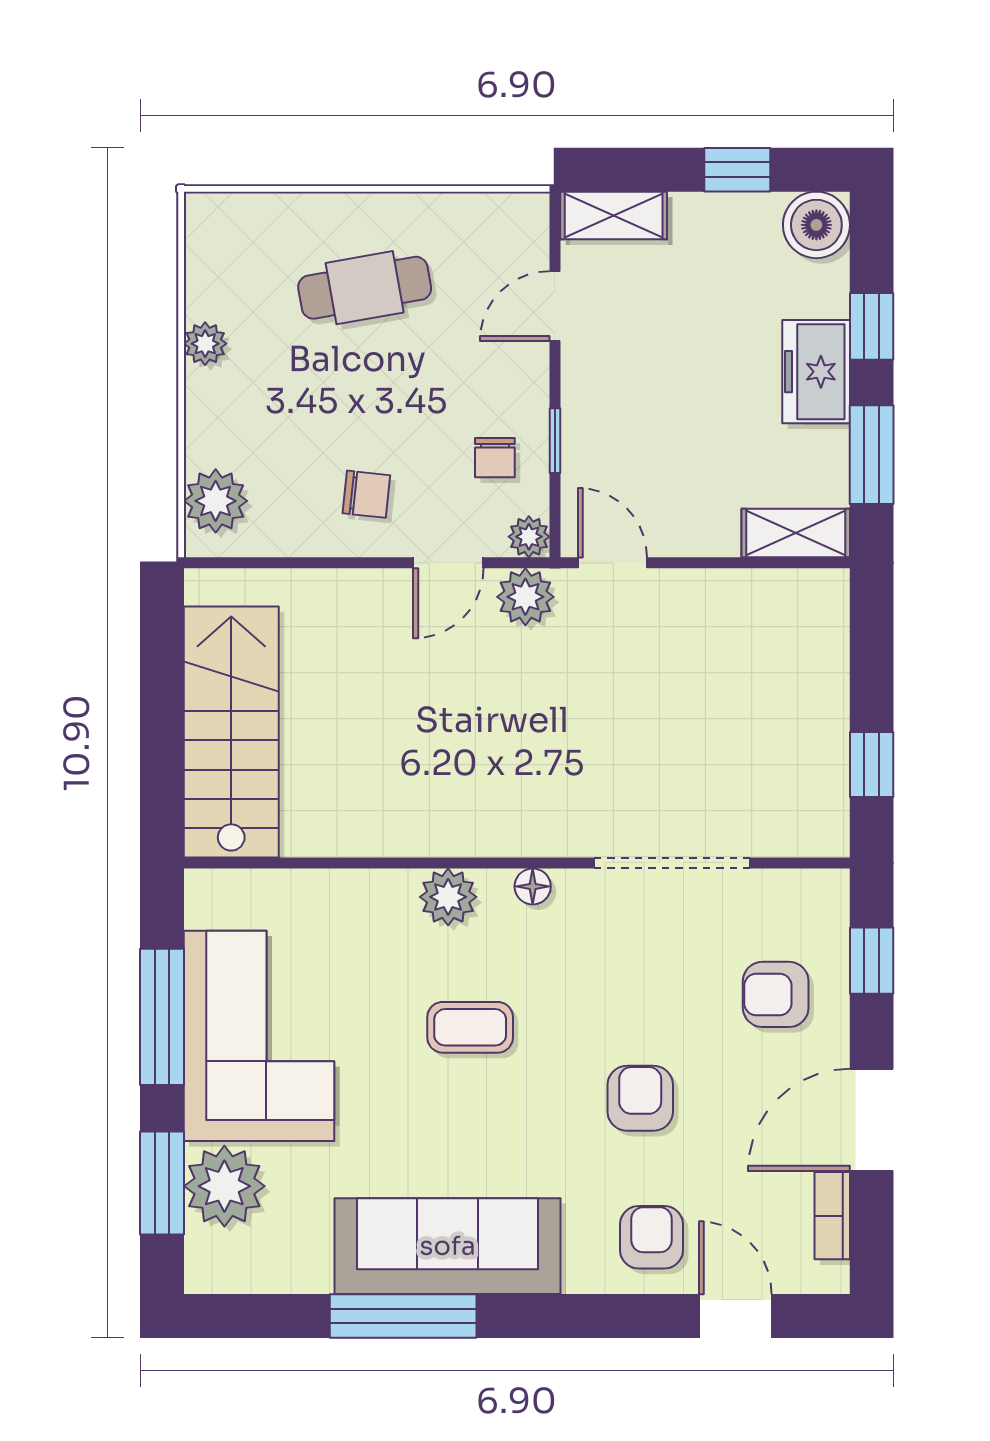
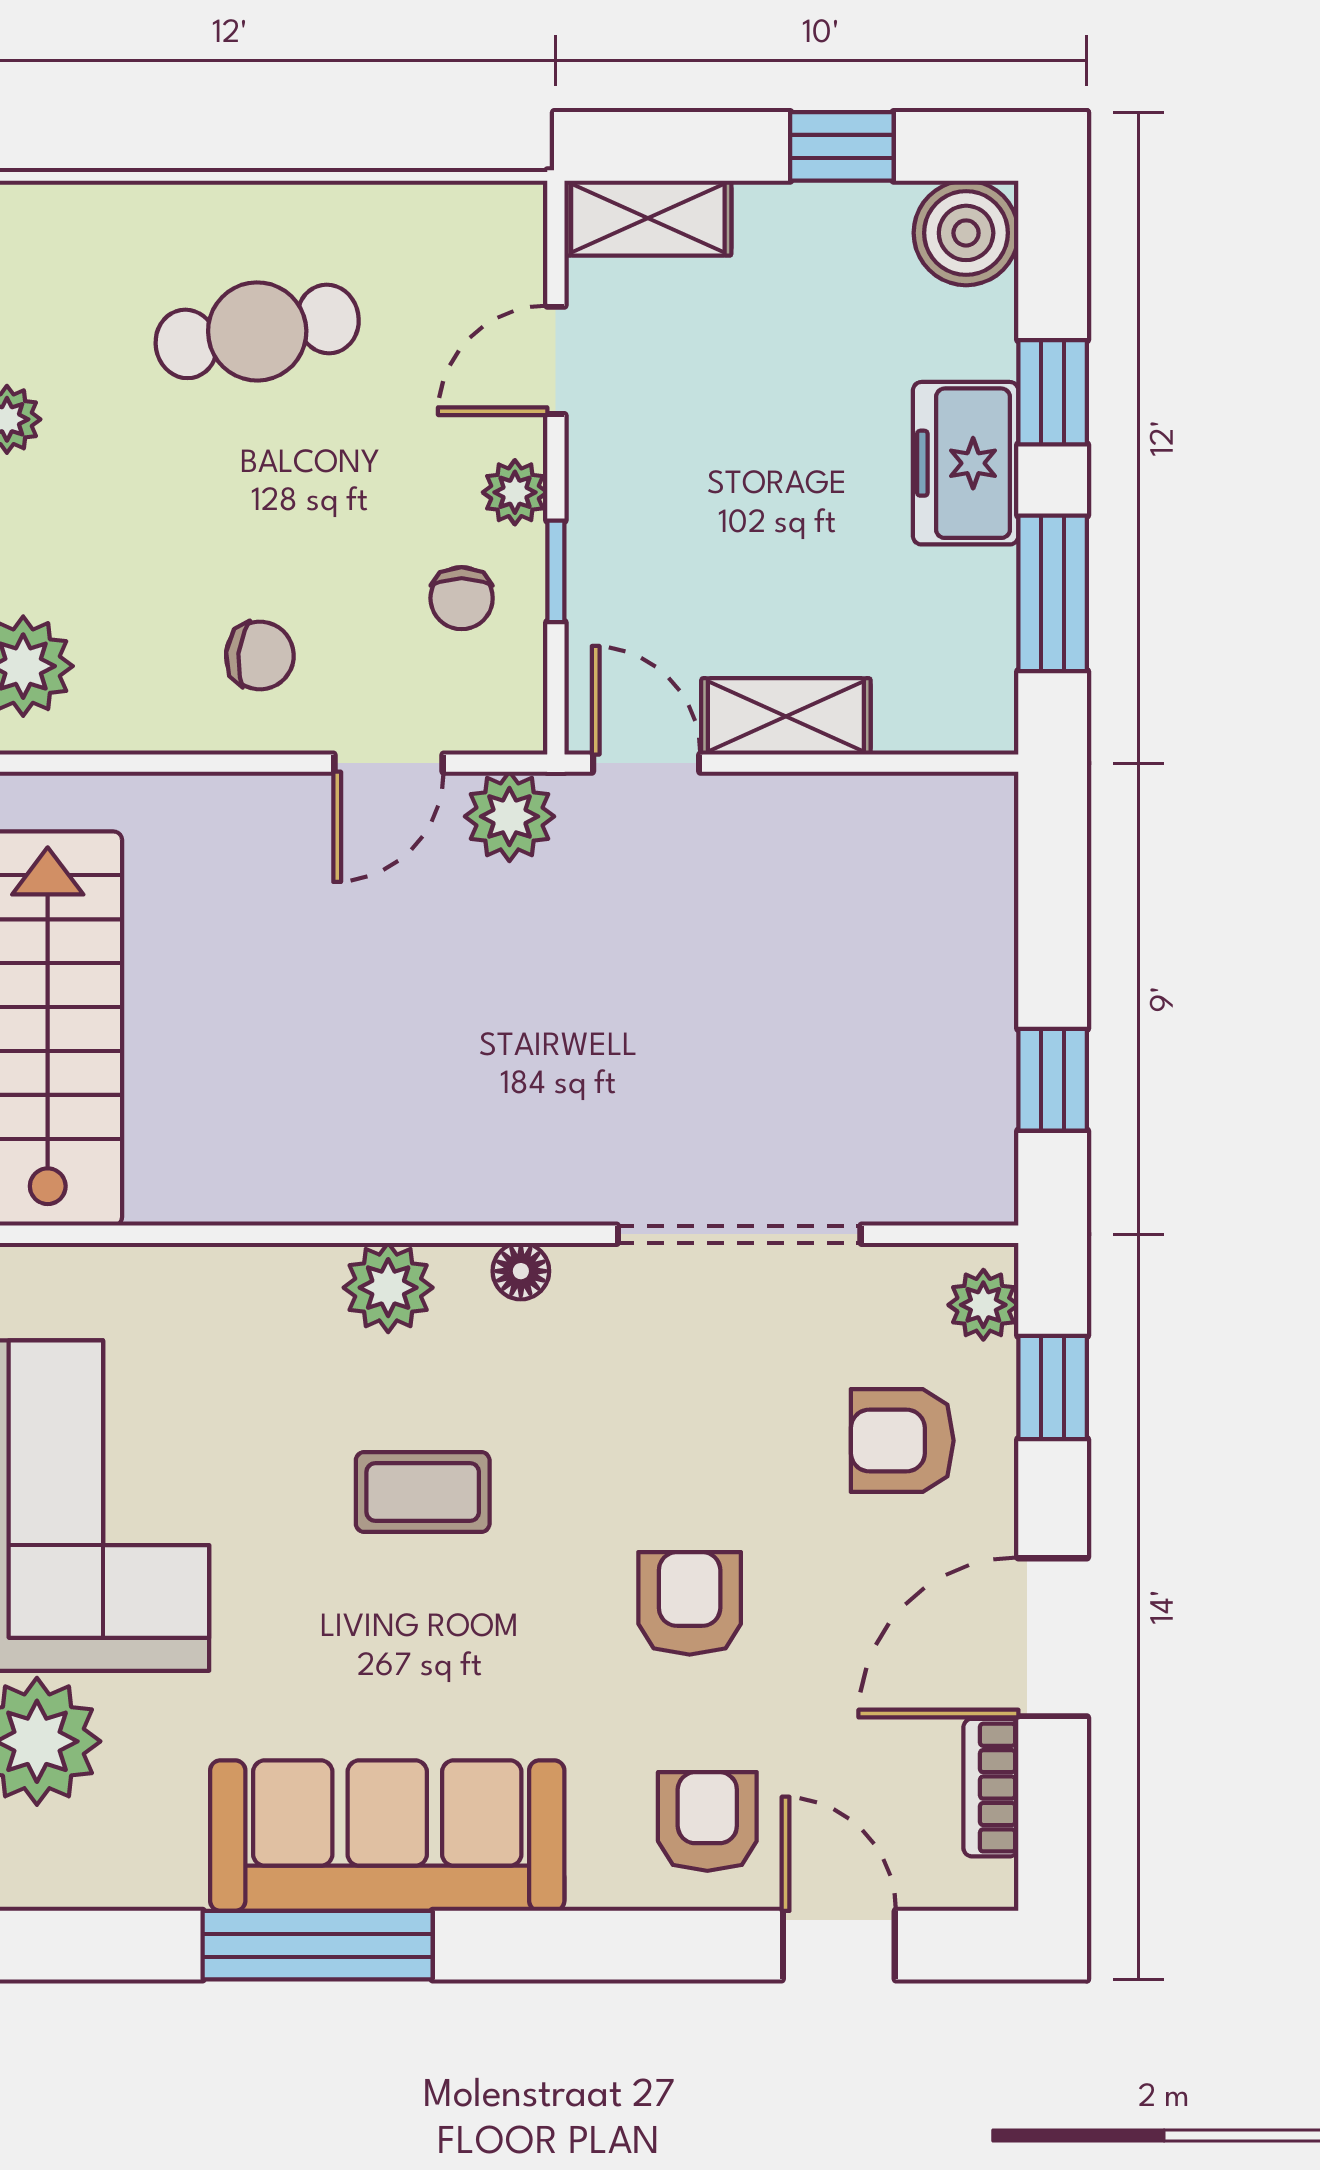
shelving: (796, 533) -> (786, 716), moved
plant: (529, 537) -> (515, 492), moved
plant: (827, 908) -> (983, 1305), added

